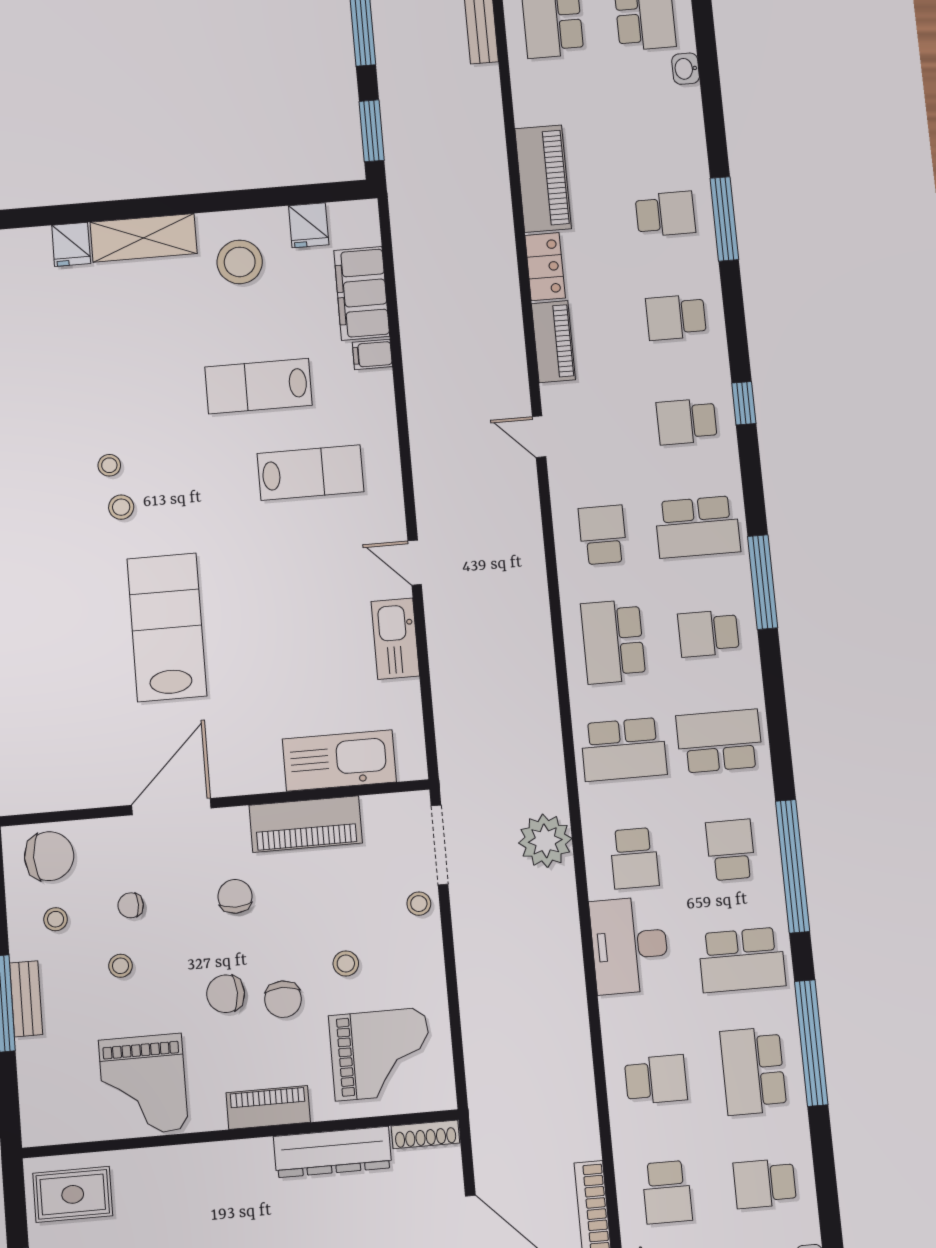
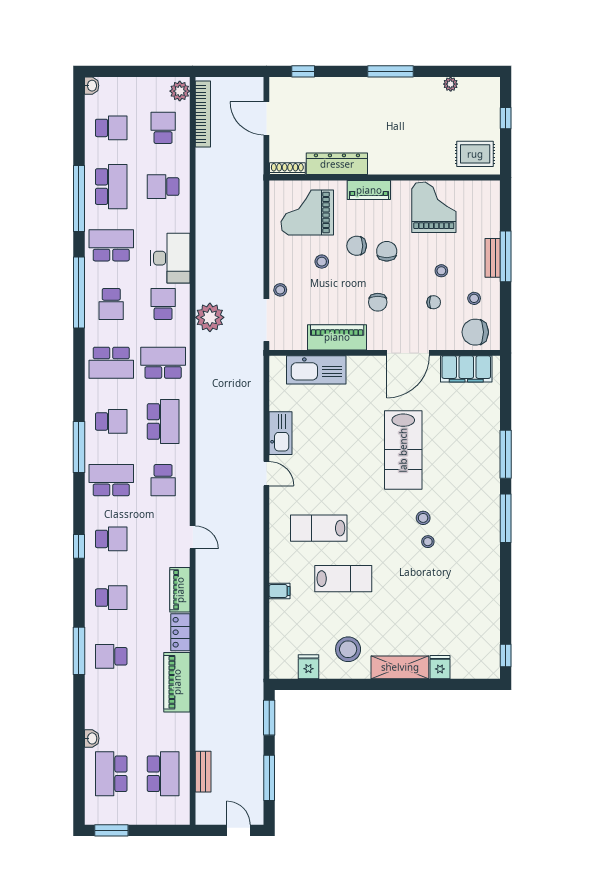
filing cabinet: (362, 293) -> (466, 369), moved, turned 90
chair: (226, 994) -> (387, 251), turned -90
chair: (283, 999) -> (357, 246), turned -90

